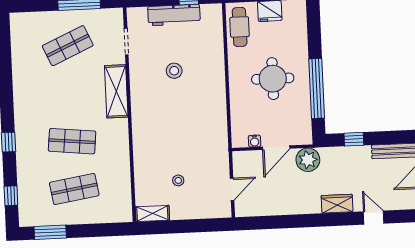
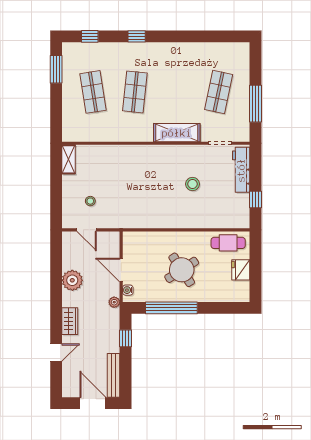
workbench: (174, 15) -> (241, 170), moved
shop shelf: (68, 46) -> (219, 92), turned 36
round table: (273, 79) -> (182, 270), turned -33
water cooler: (255, 141) -> (128, 290), moved
plant: (308, 160) -> (114, 302), width x0.53, depth x0.53
stool: (178, 180) -> (90, 201), moved
plant: (290, 203) -> (72, 280), added

